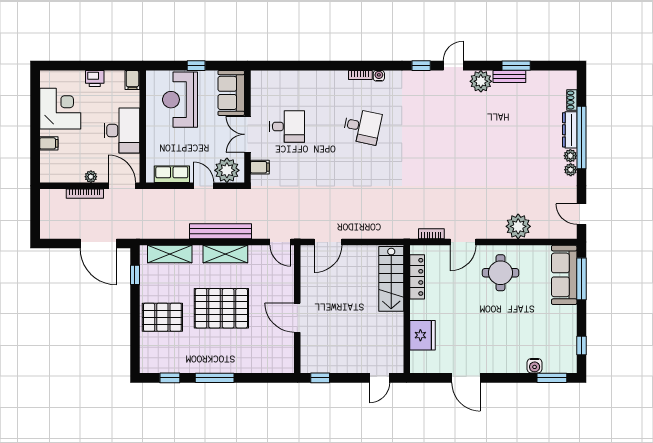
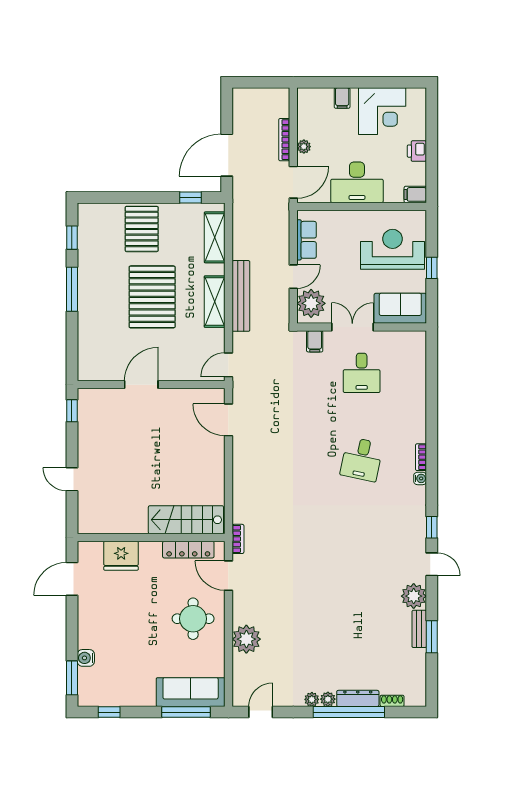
locker: (417, 277) -> (188, 550), moved
stairs: (391, 279) -> (186, 520), moved
wall: (407, 309) -> (151, 538), moved
fridge: (422, 335) -> (121, 556), moved

